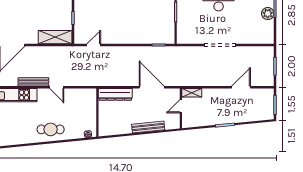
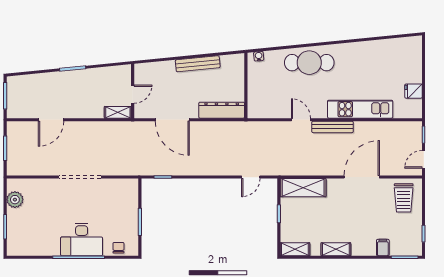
plant: (268, 14) -> (15, 200), moved
bench: (148, 127) -> (198, 64), moved
cafe table: (51, 129) -> (309, 63), width x1.37, depth x1.35

